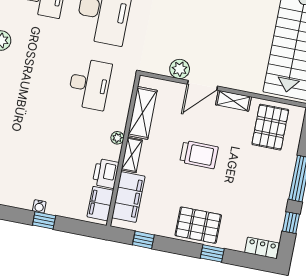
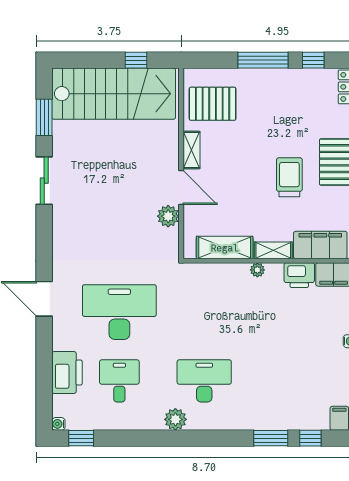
desk: (90, 84) -> (204, 381), moved
trolley: (199, 155) -> (289, 177), moved

